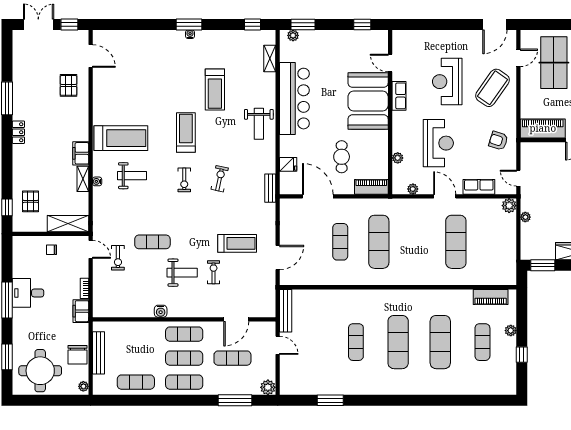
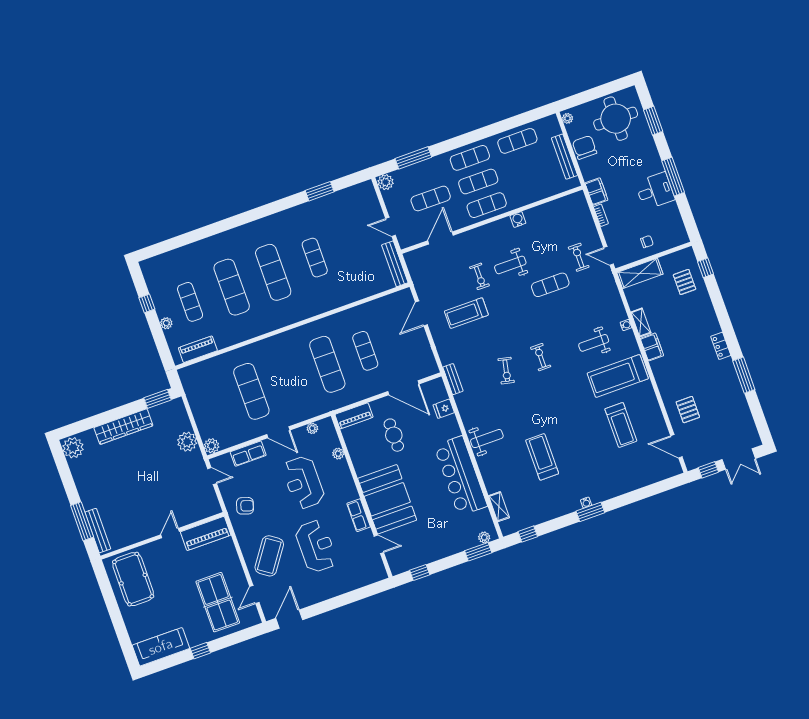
weight bench: (259, 124) -> (487, 439), turned 90
treadmill: (186, 132) -> (621, 425), moved
plant: (525, 217) -> (187, 442), width x1.87, depth x1.87

